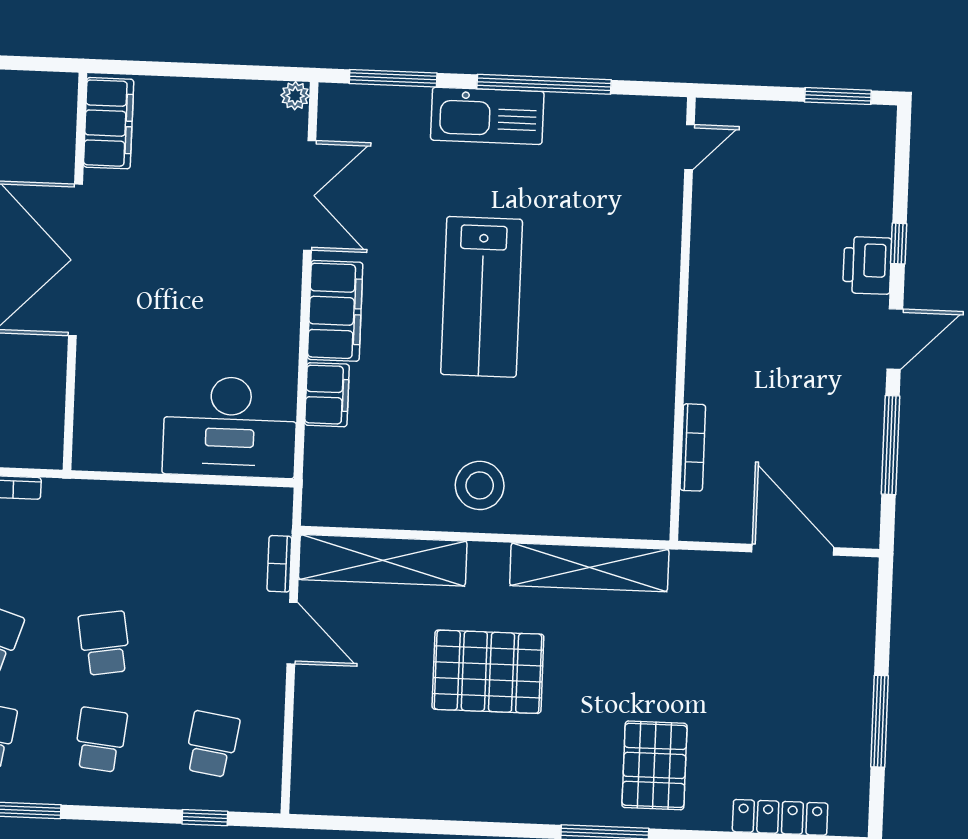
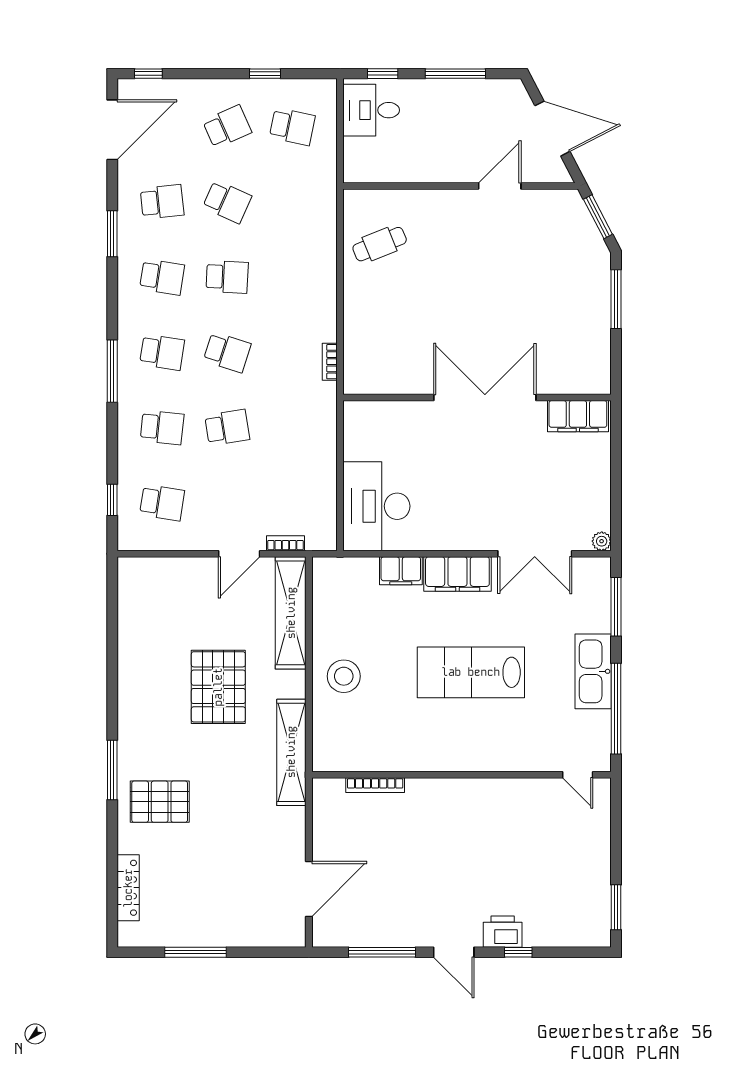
door: (689, 147) -> (578, 775), moved
wall: (683, 319) -> (461, 775), moved
bookcase: (693, 447) -> (375, 785), moved

